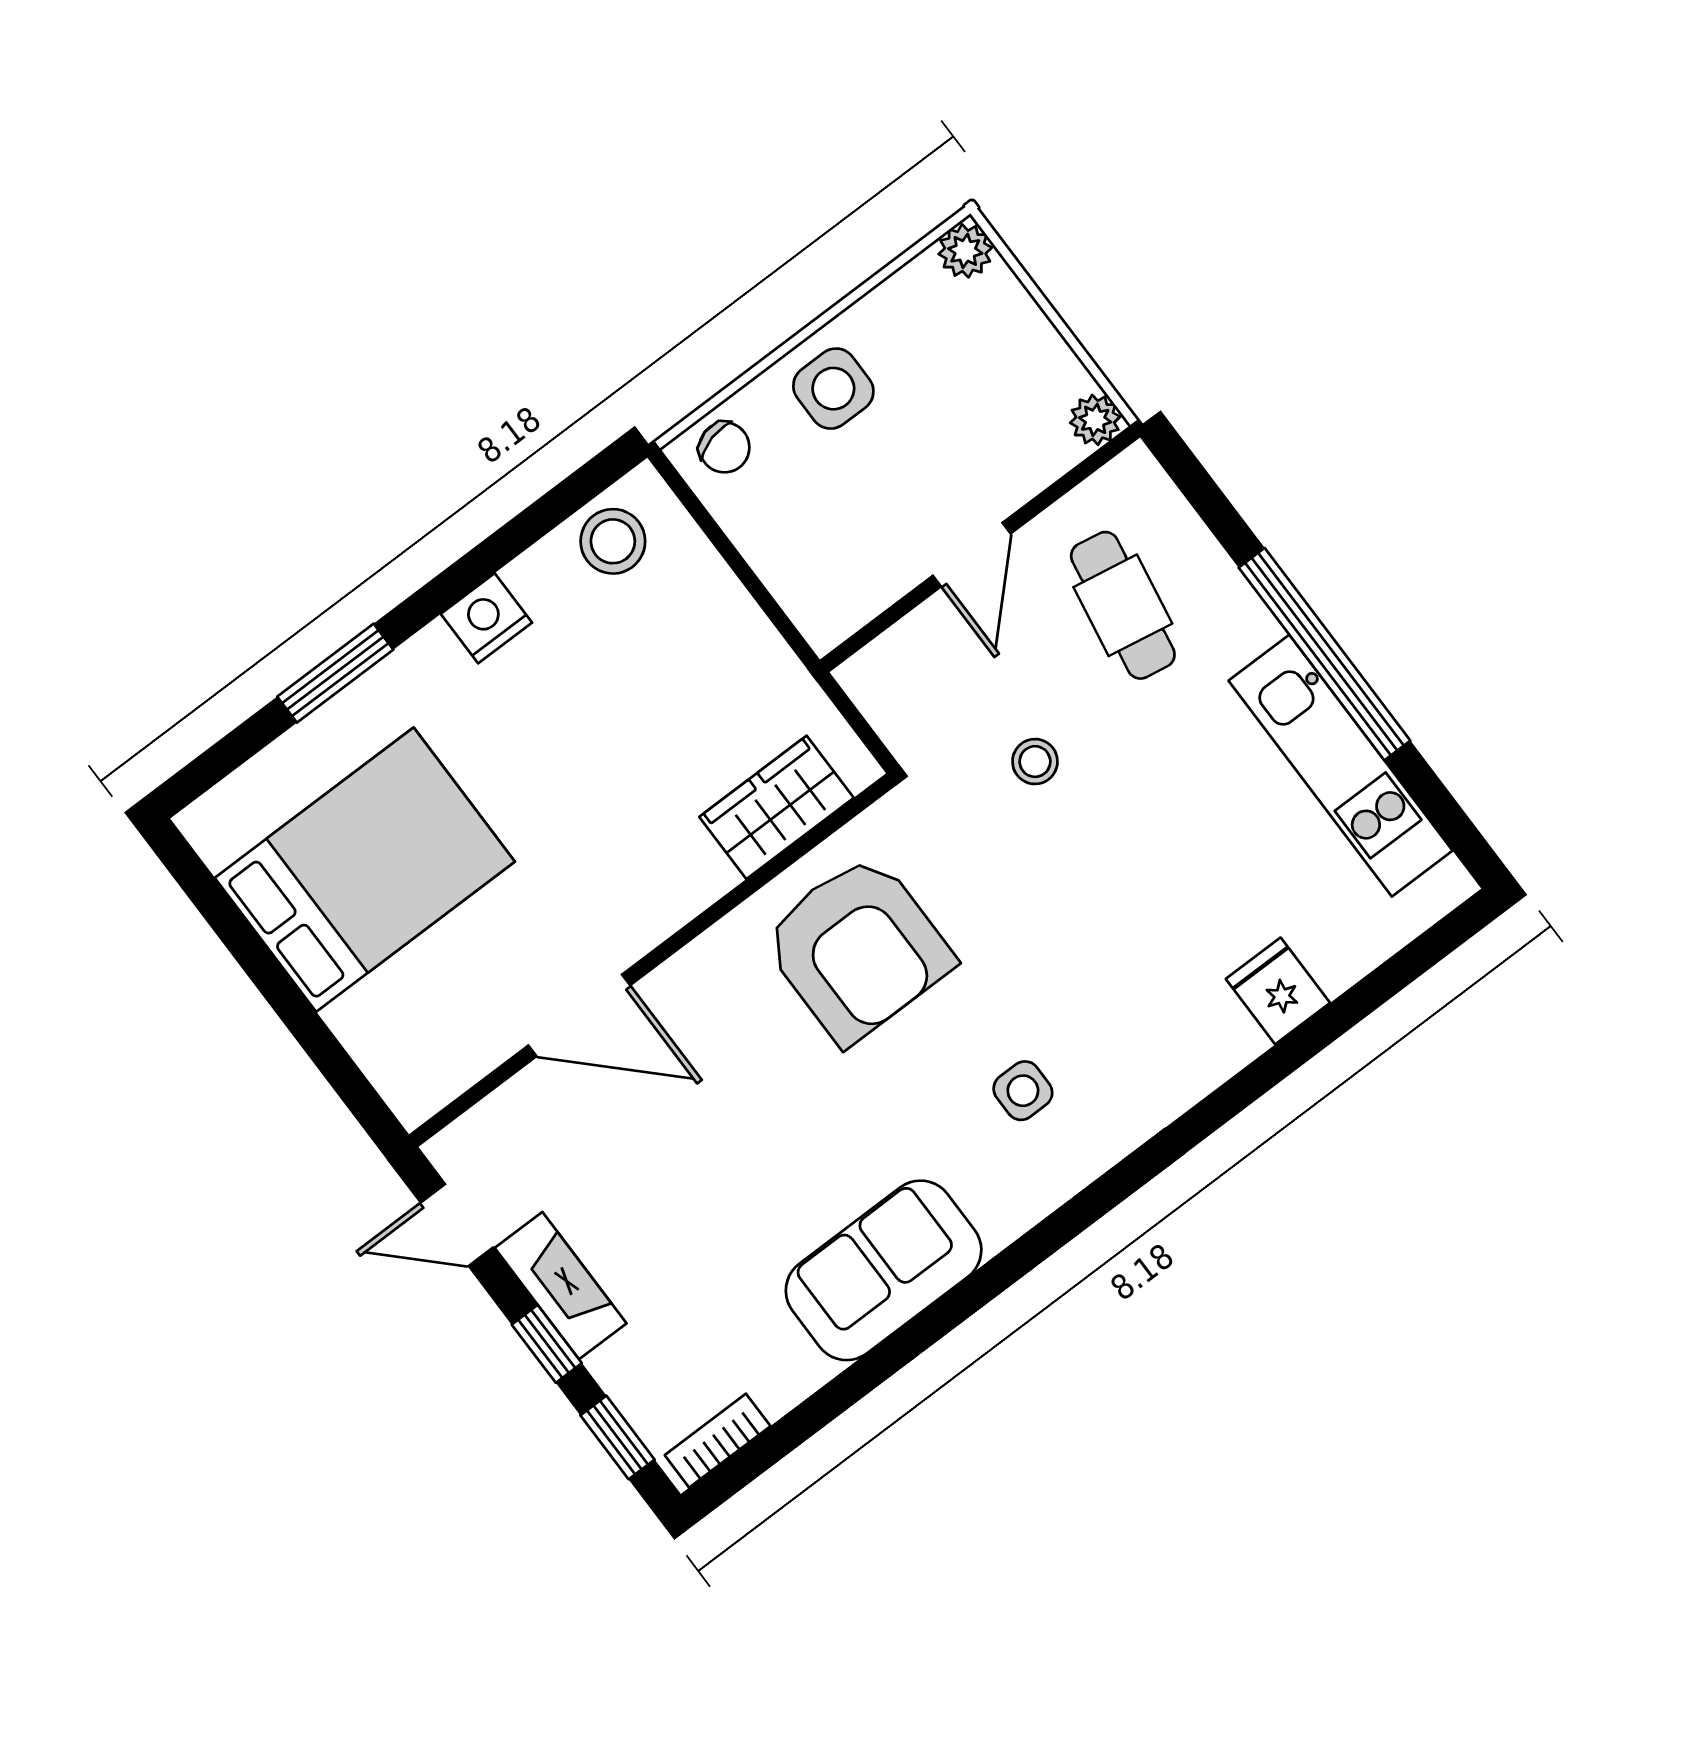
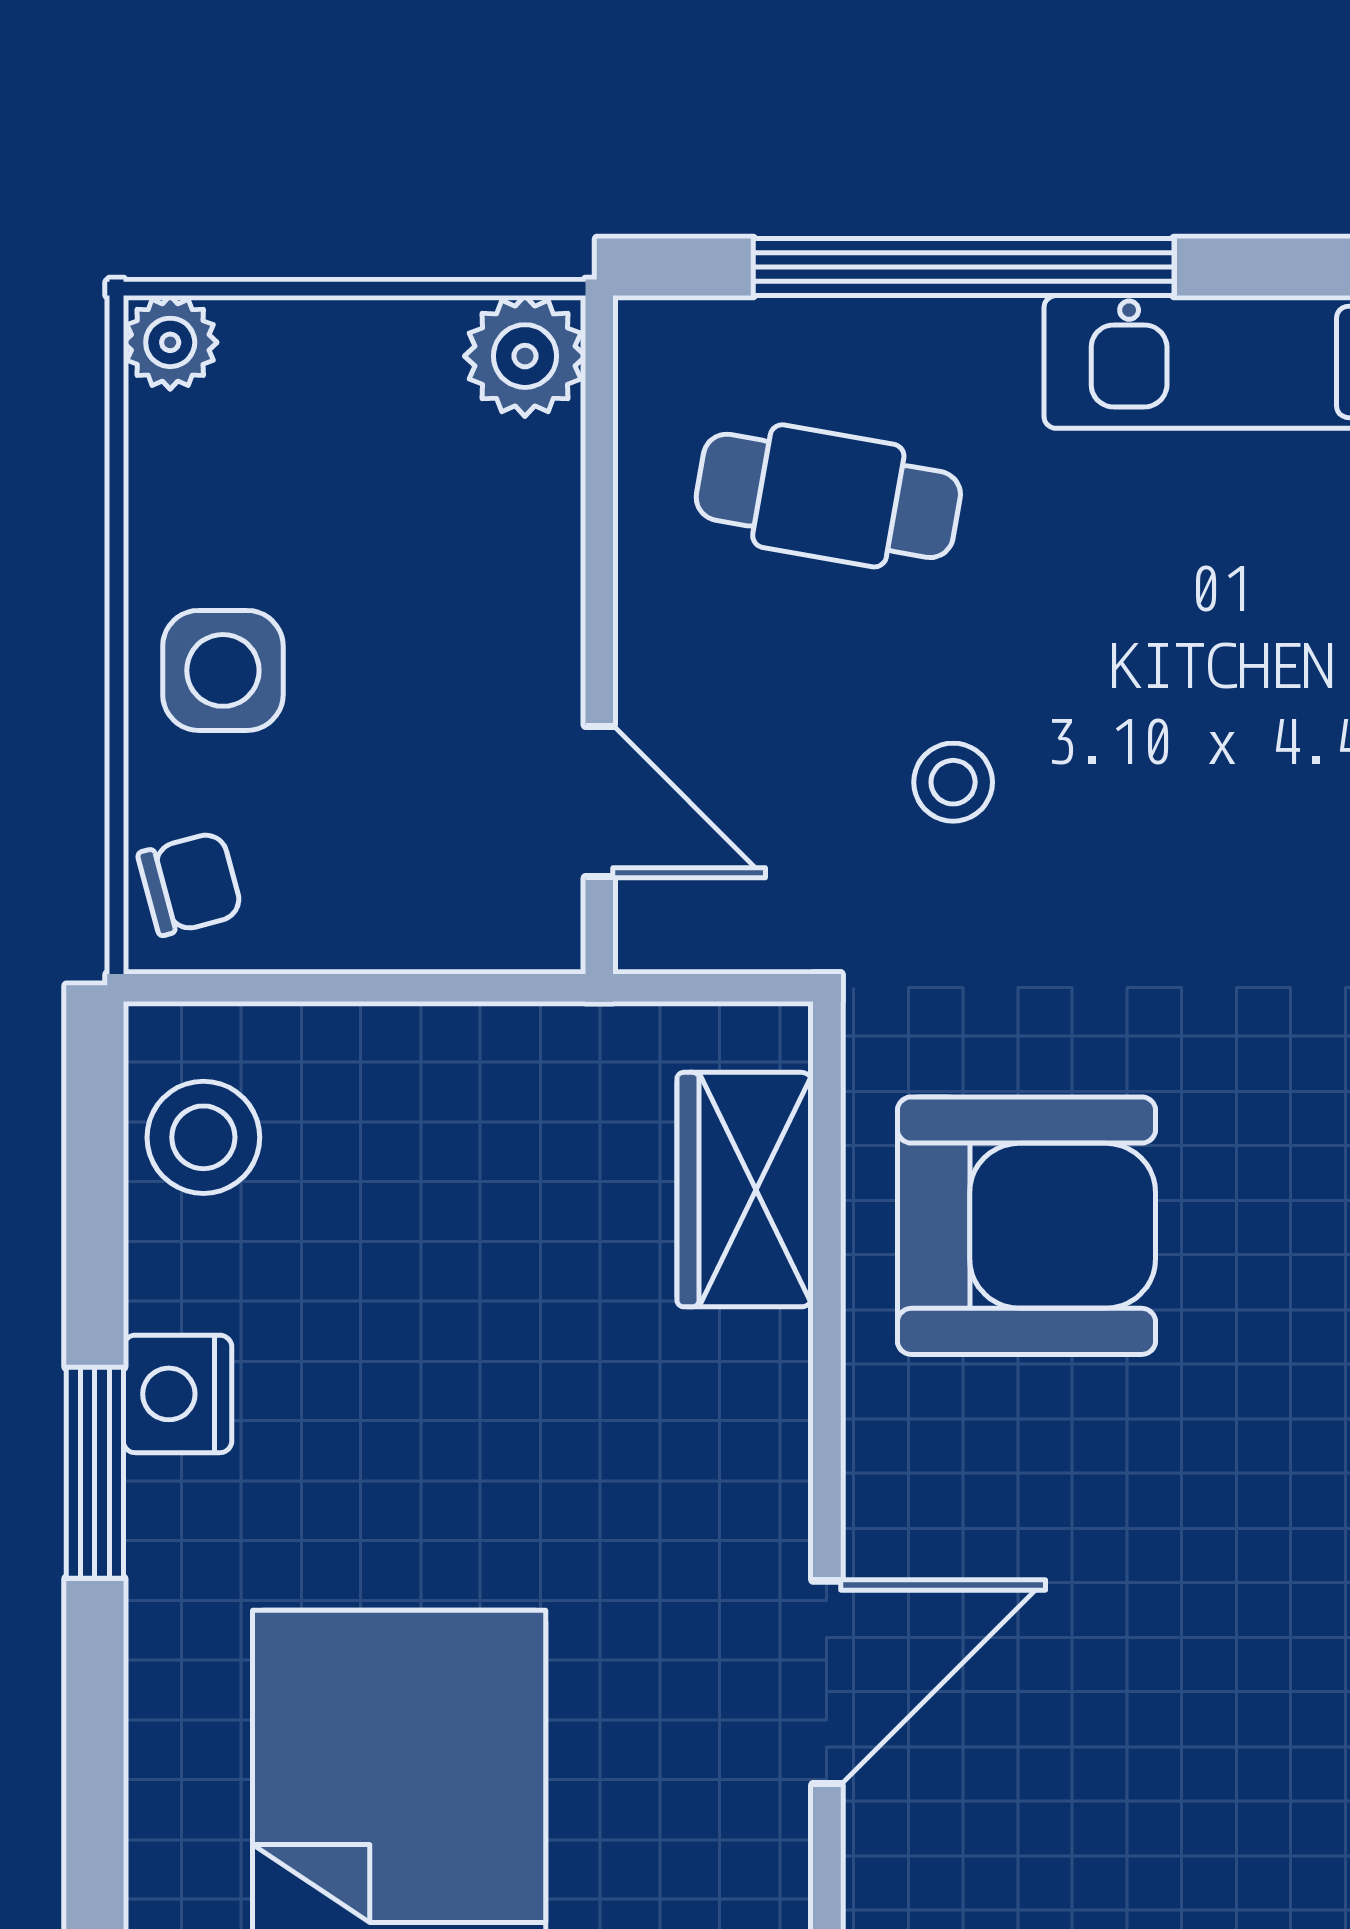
plant: (1095, 420) -> (525, 356), width x1.38, depth x1.38
door: (972, 555) -> (599, 801), moved
window: (1324, 654) -> (964, 267), moved
window: (335, 673) -> (95, 1473), moved

